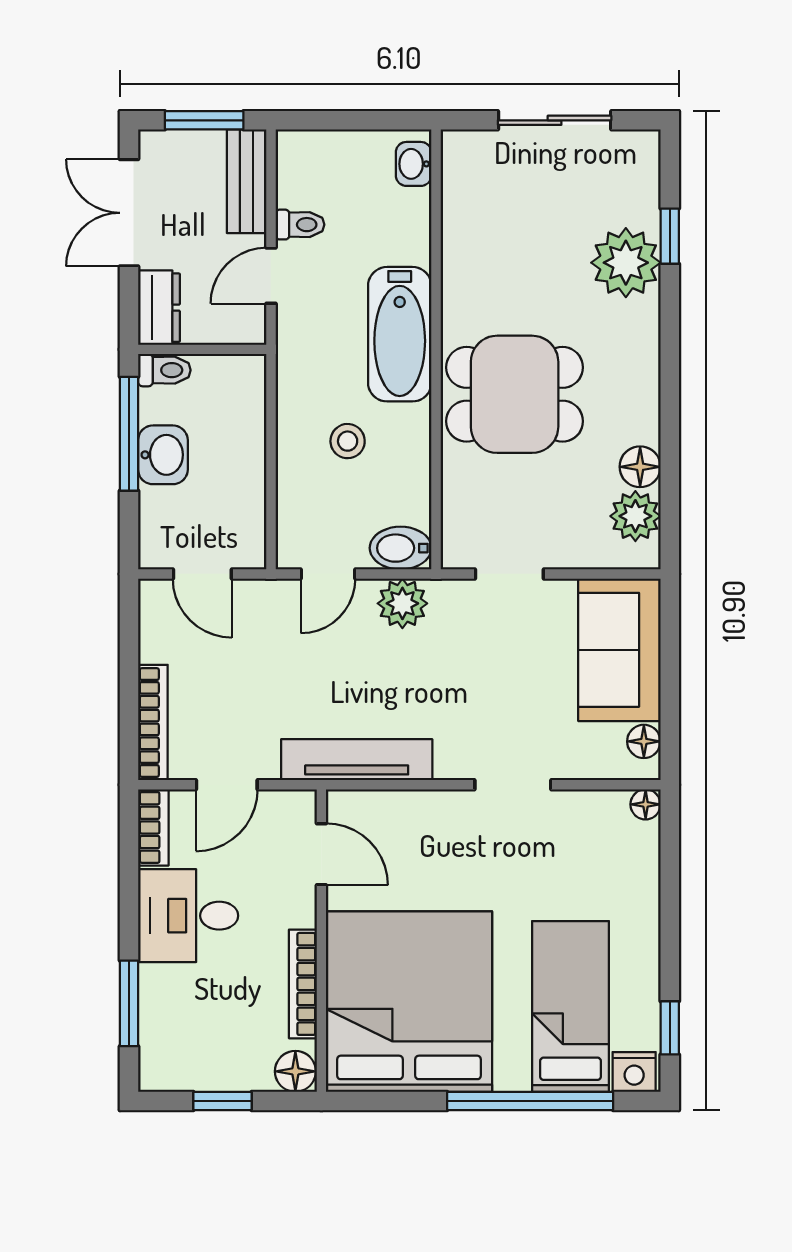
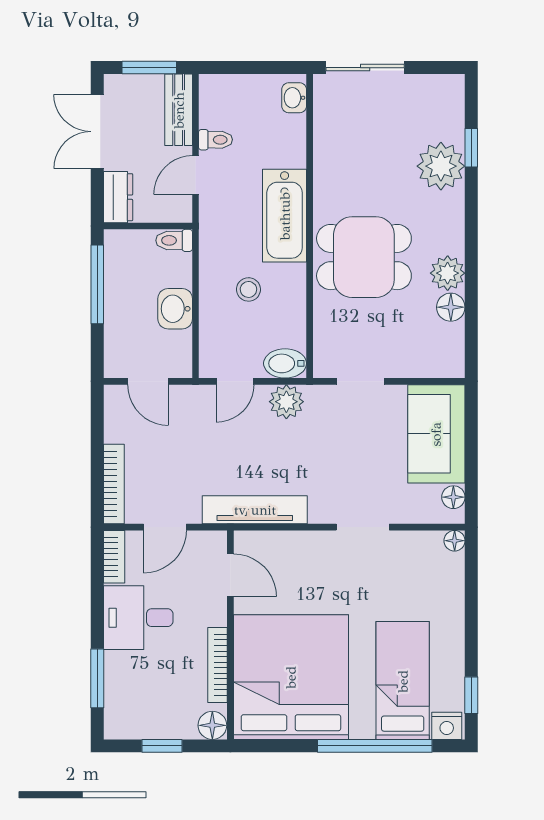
sliding door: (555, 120) -> (365, 68), moved
toilet: (164, 370) -> (174, 240), moved, turned 180
washbasin: (163, 455) -> (175, 309), moved, turned 180
plant: (635, 516) -> (448, 273), moved

